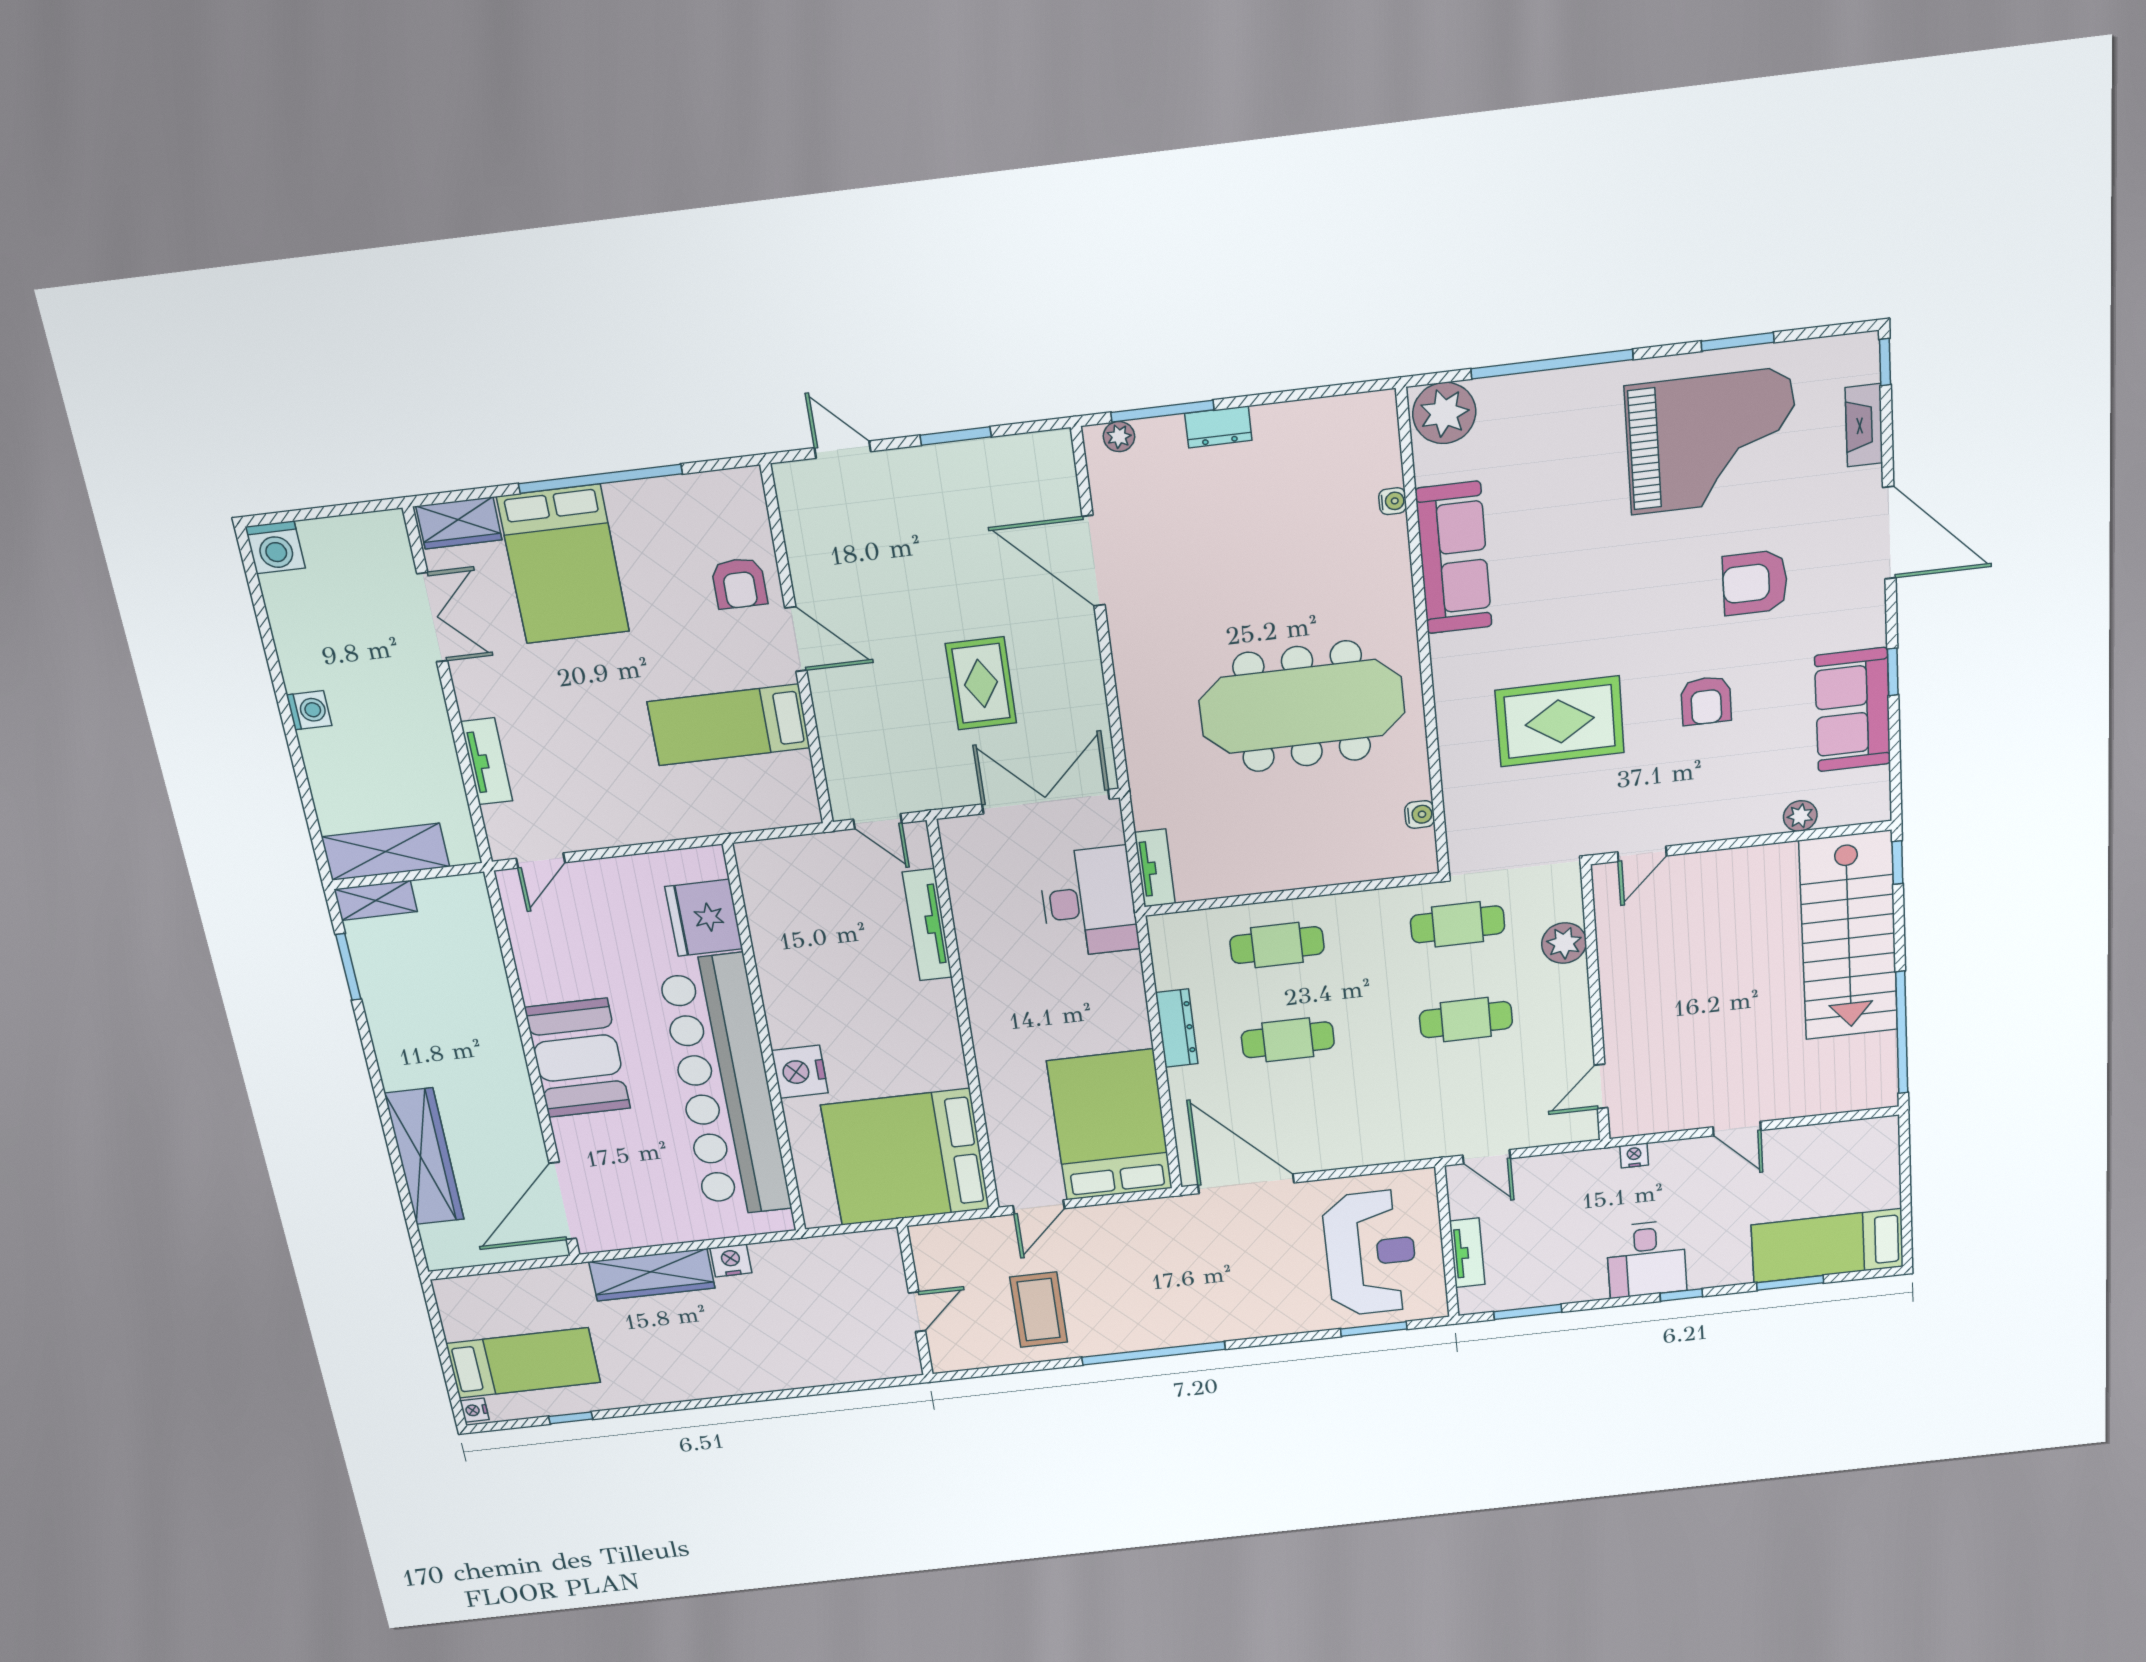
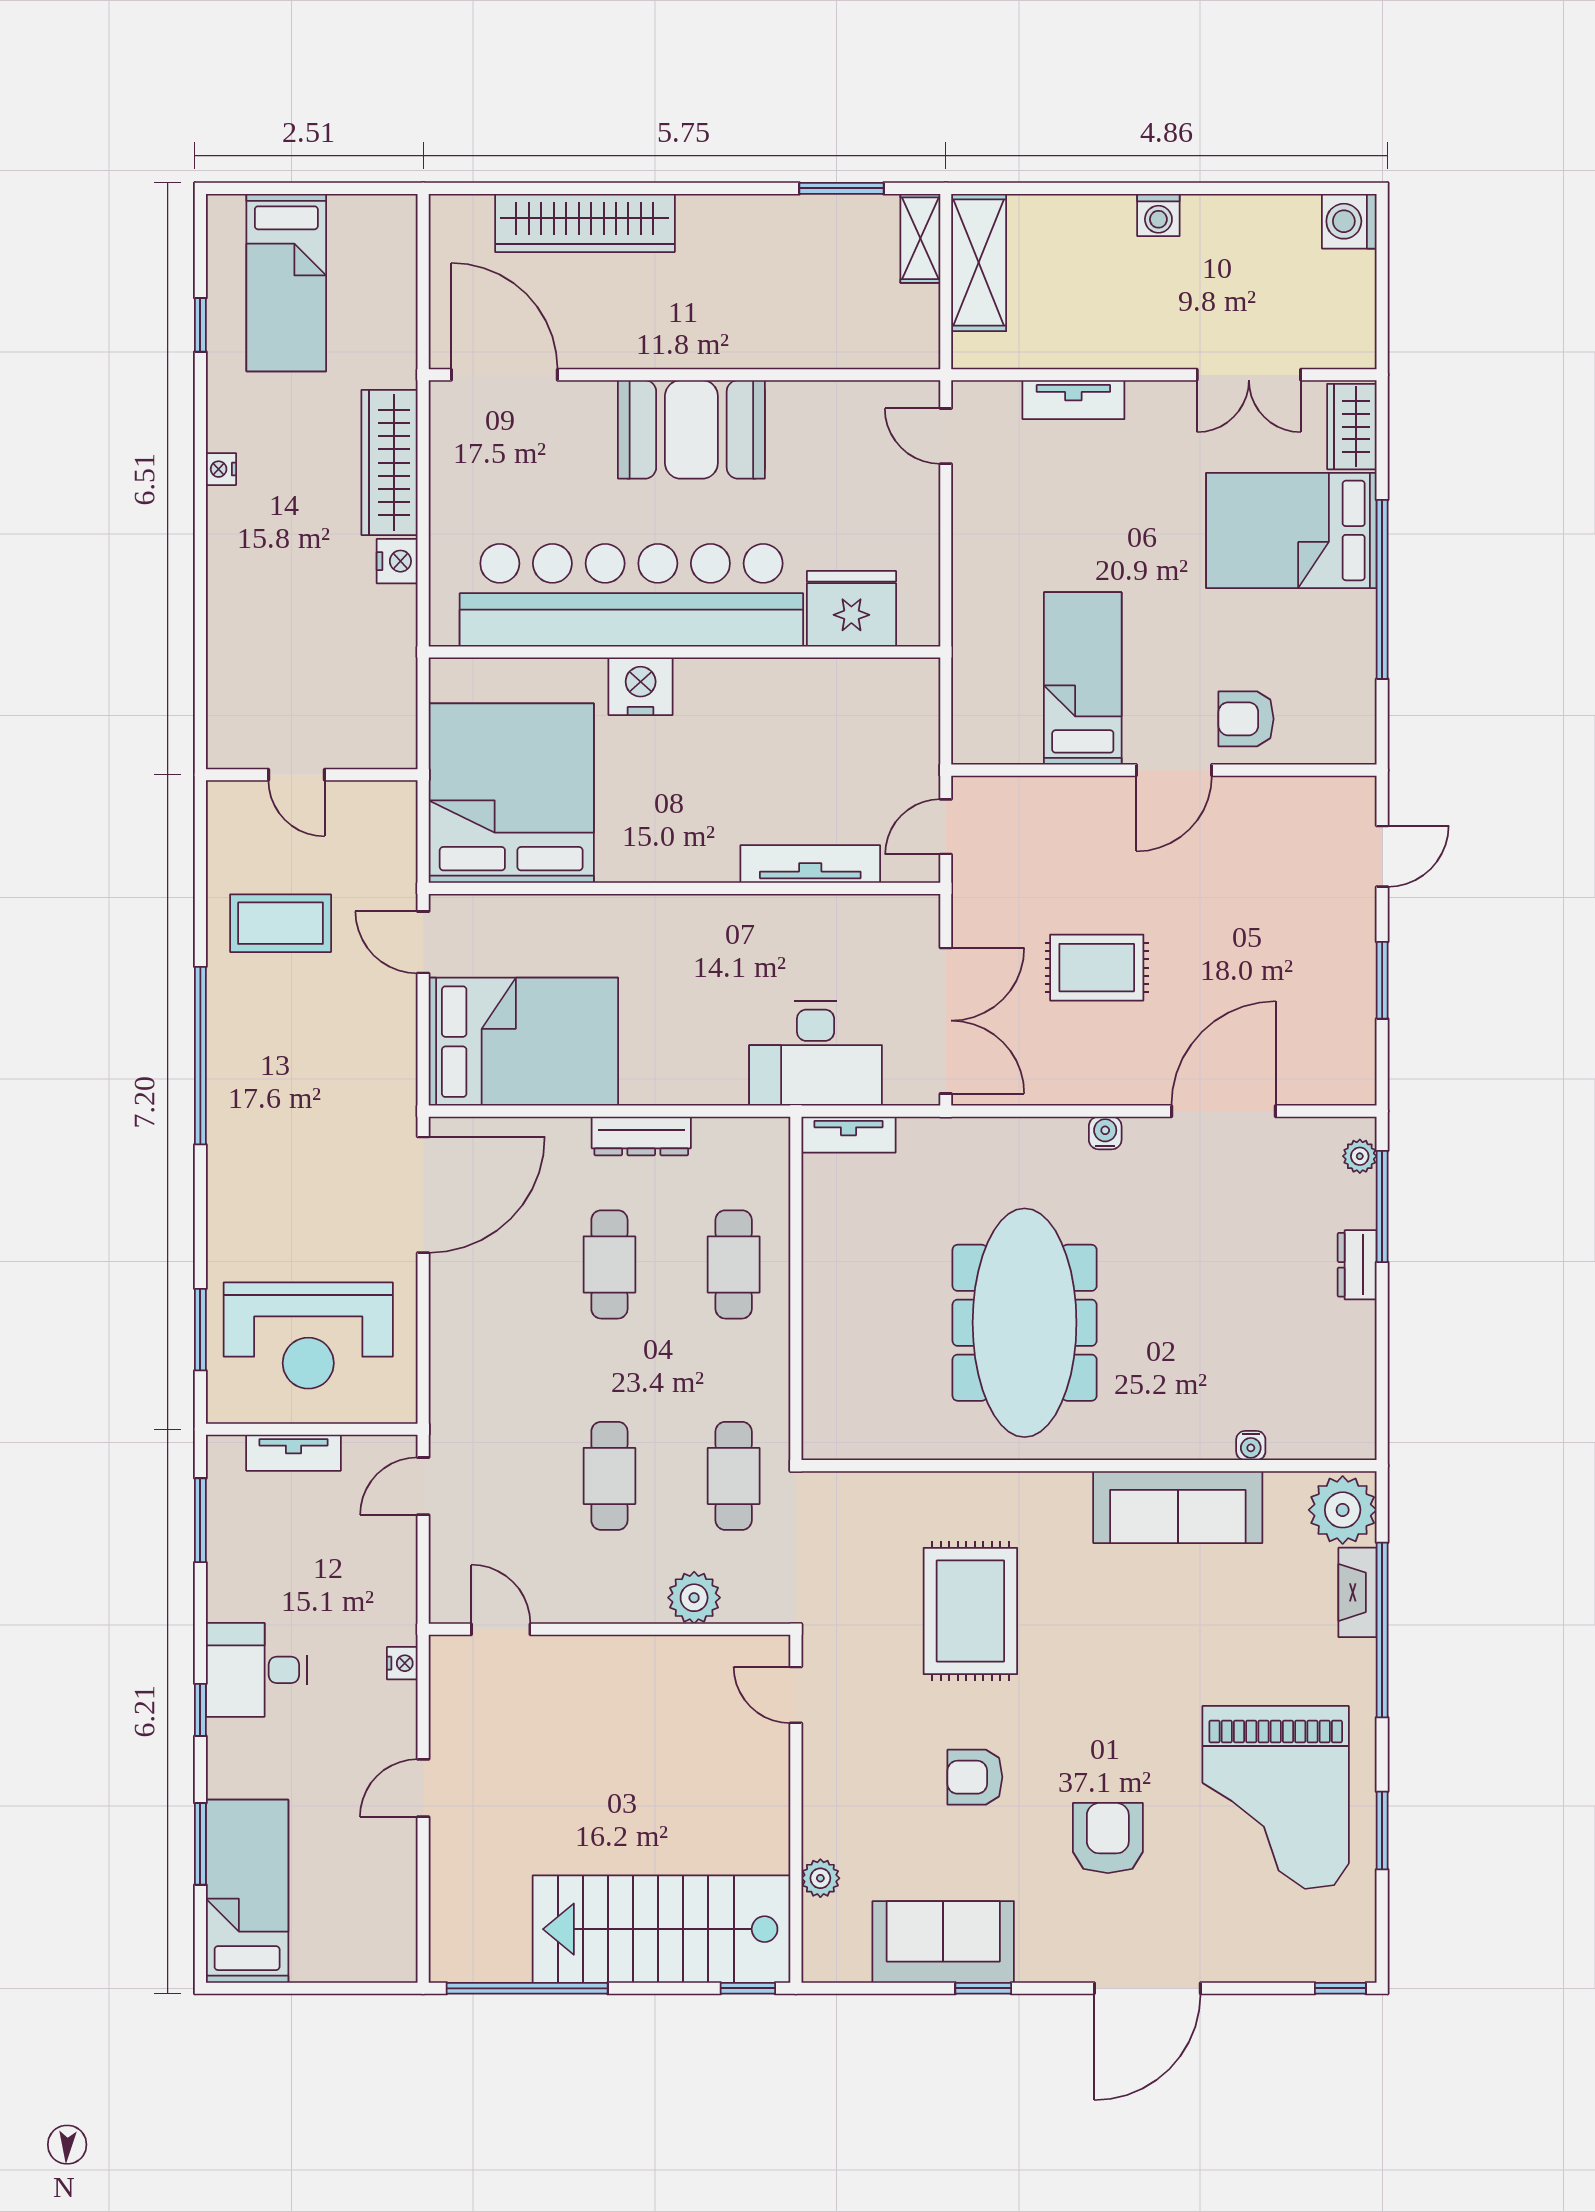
fireplace: (1864, 425) -> (1358, 1592), moved, turned -90
water cooler: (1420, 814) -> (1105, 1133), moved, turned 180
nightstand: (474, 1410) -> (221, 469), moved, turned -90

